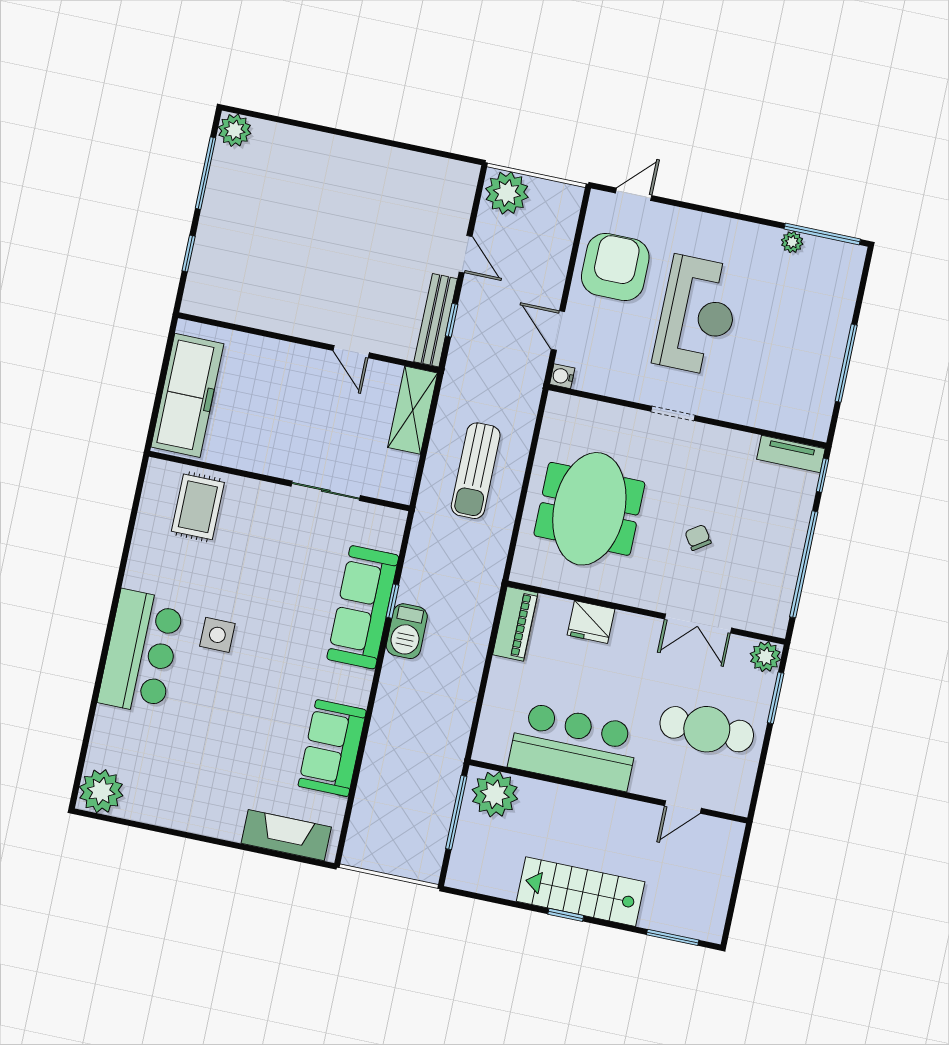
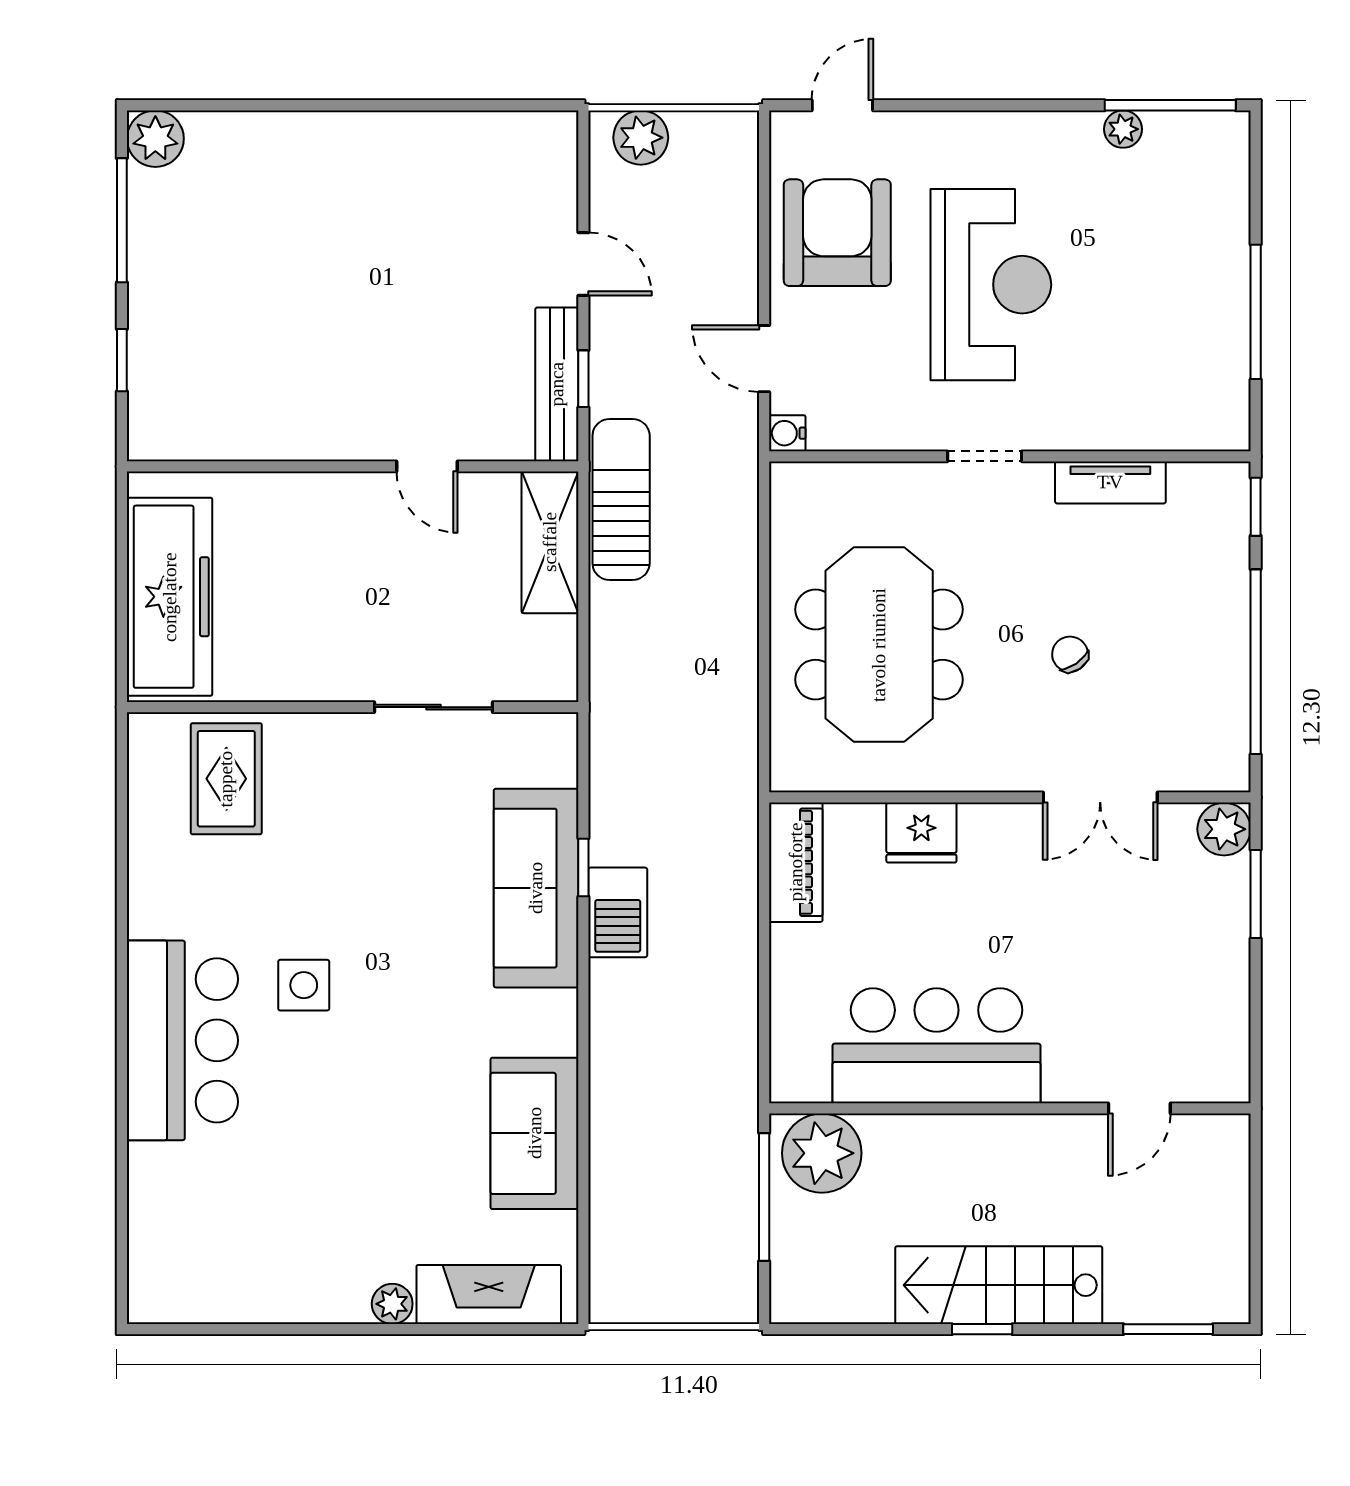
plant: (507, 193) -> (641, 138), width x0.73, depth x0.73
tv unit: (791, 454) -> (1110, 482), moved
sun lounger: (476, 471) -> (621, 499), moved, turned 180
cafe table: (707, 729) -> (1152, 970), removed
plant: (101, 791) -> (392, 1304), moved, width x0.53, depth x0.53

